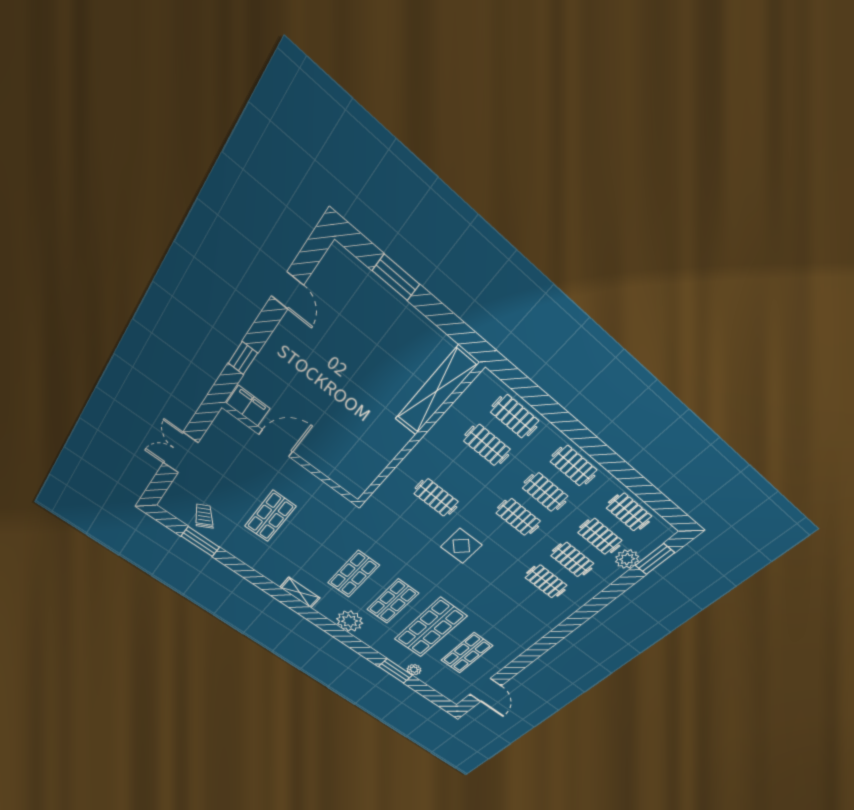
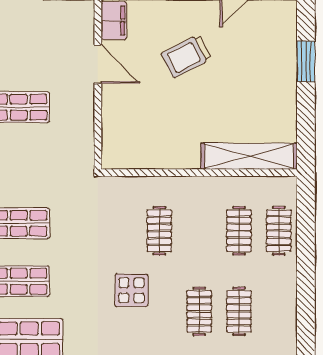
trolley: (317, 374) -> (186, 56), added
clothes rail: (574, 466) -> (279, 311), removed

